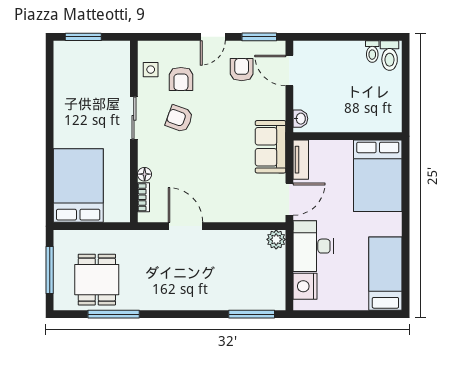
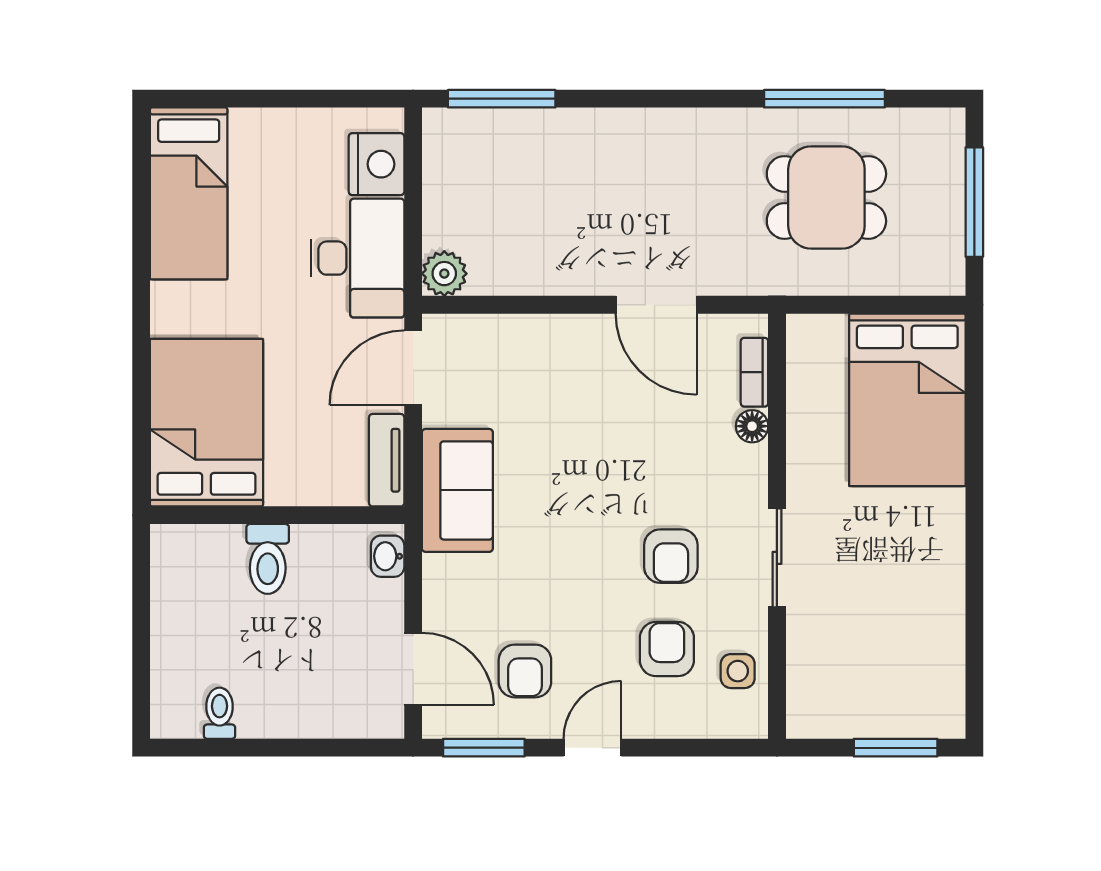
toilet: (390, 55) -> (268, 559), moved, turned 180
armchair: (179, 119) -> (671, 556), turned 70
dining table: (97, 280) -> (826, 197), moved, turned 90

